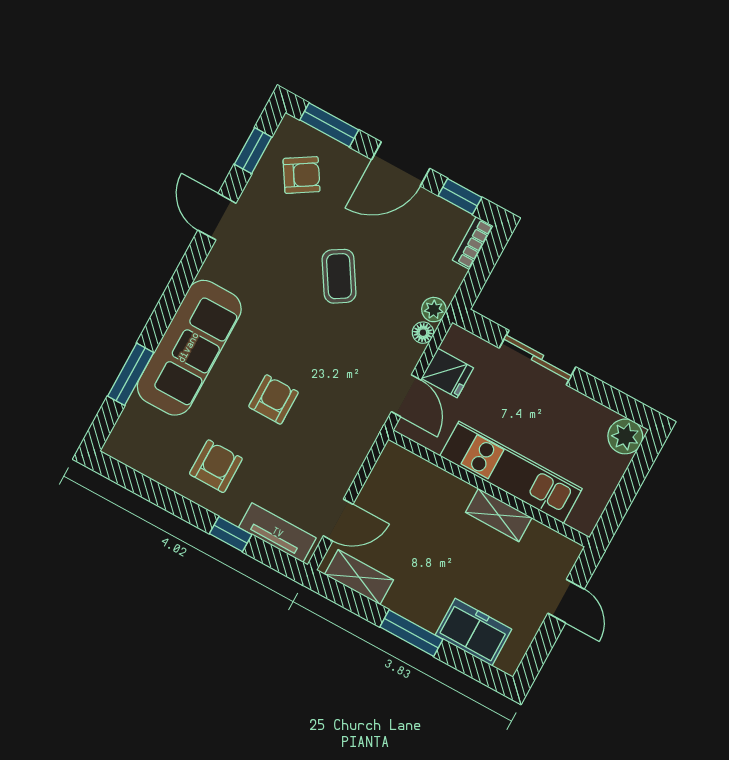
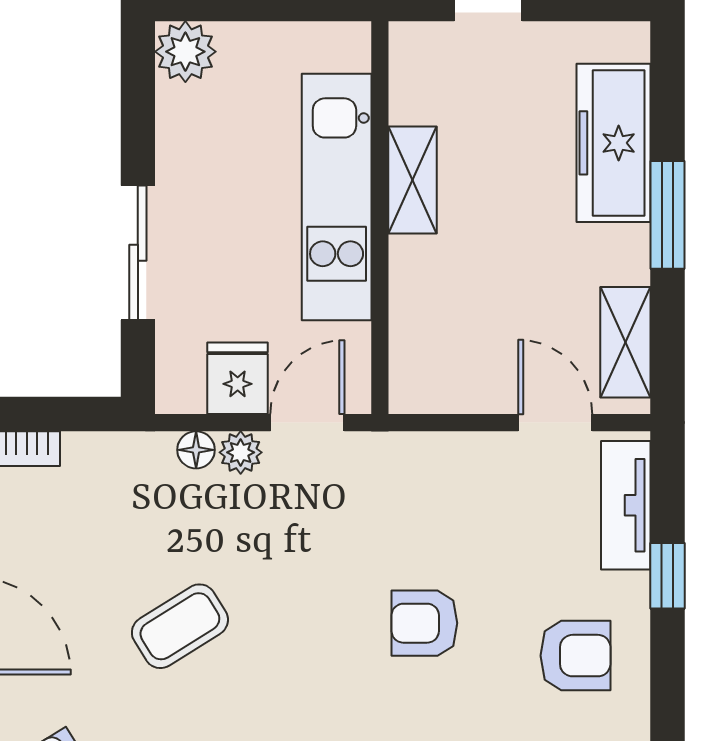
plant: (434, 310) -> (241, 452), moved
armchair: (216, 466) -> (575, 656), turned 180
freezer: (473, 632) -> (614, 143), width x1.40

